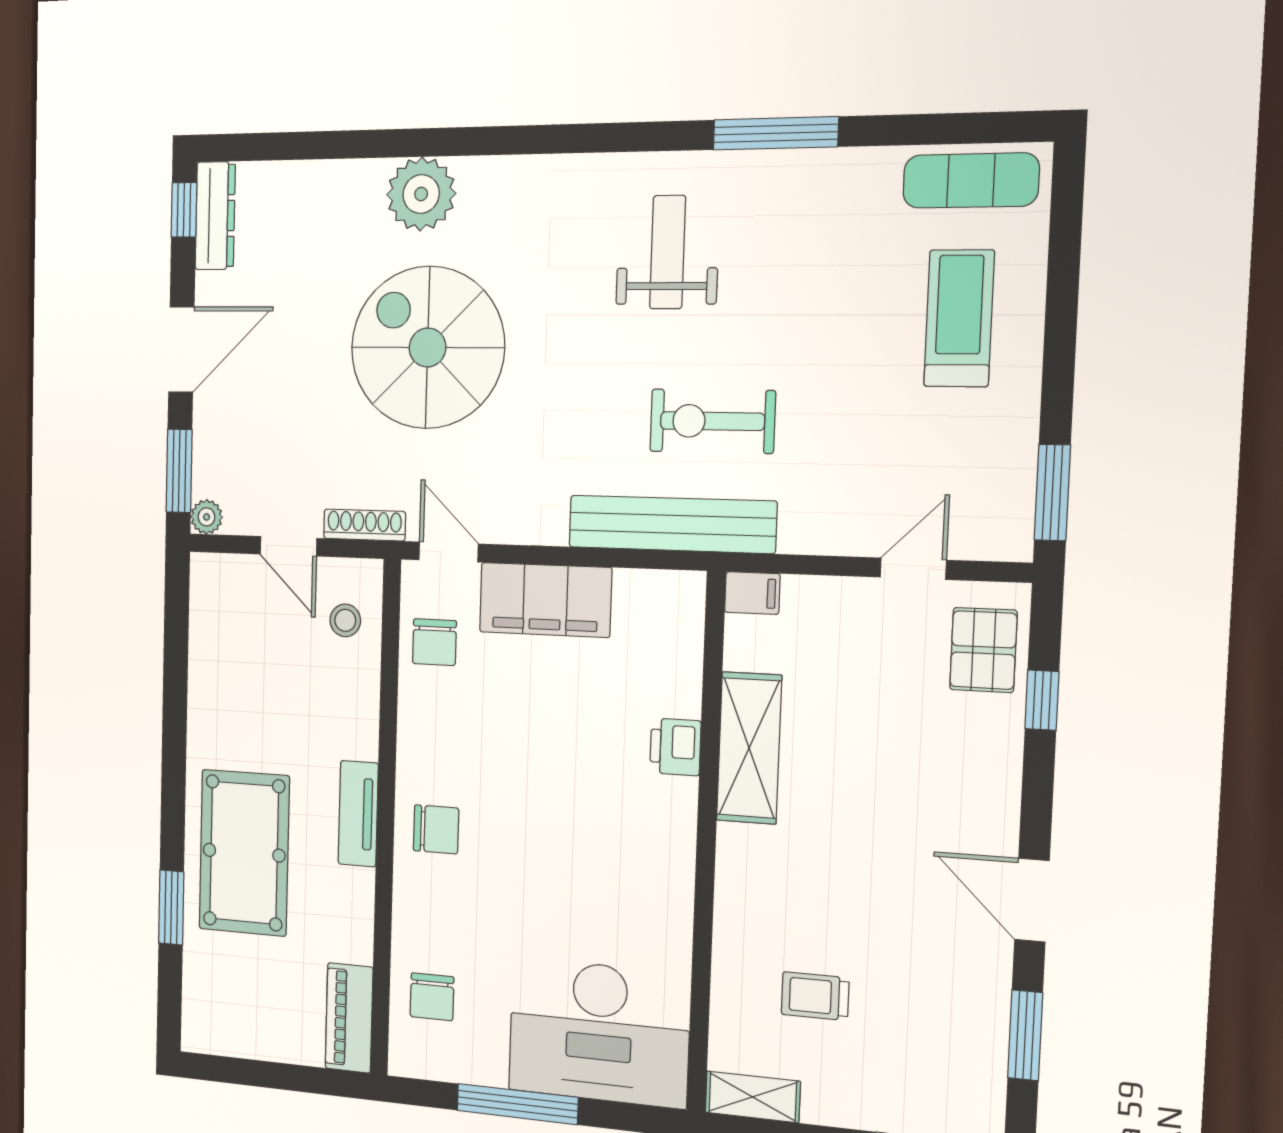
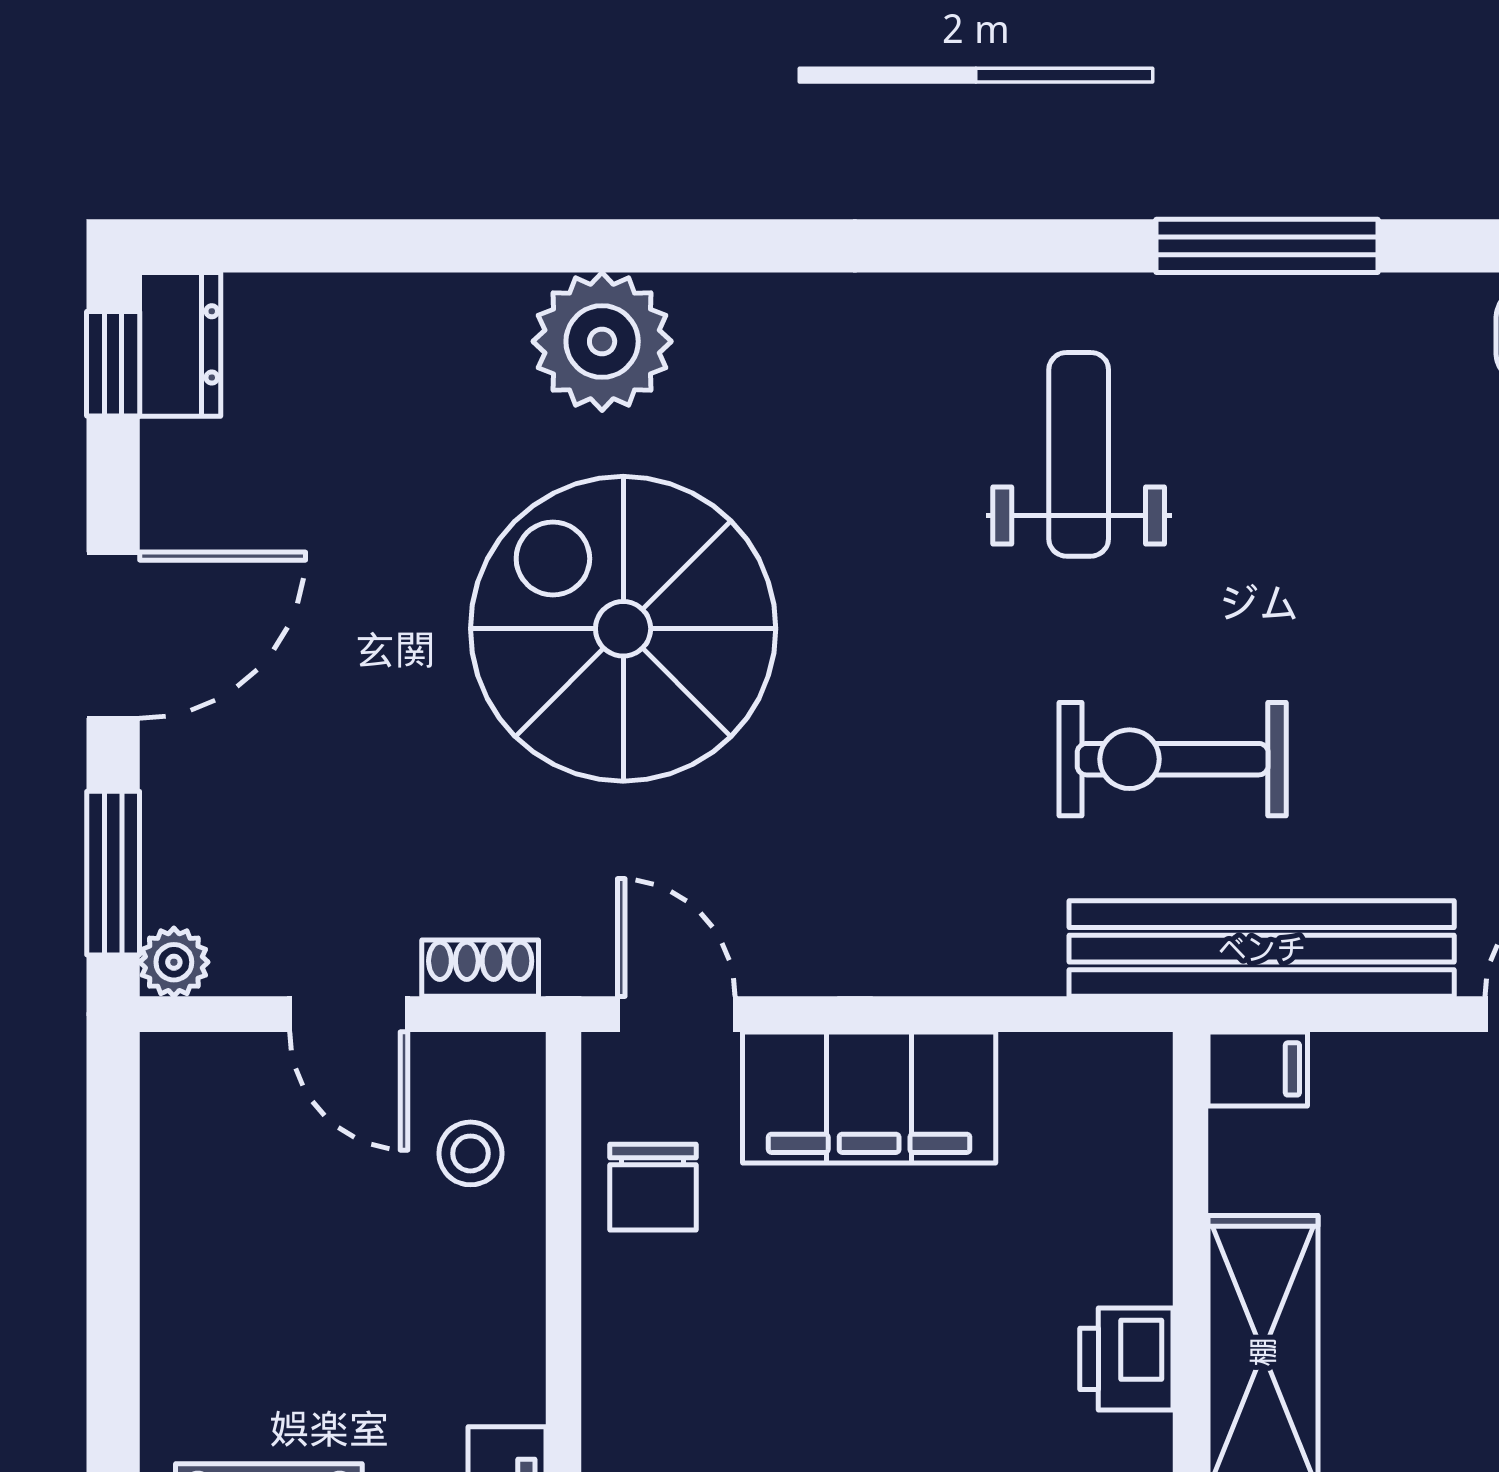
dresser: (215, 216) -> (180, 344), width x0.70
bench: (672, 524) -> (1262, 949), moved
shoe rack: (364, 525) -> (480, 968), width x0.70

